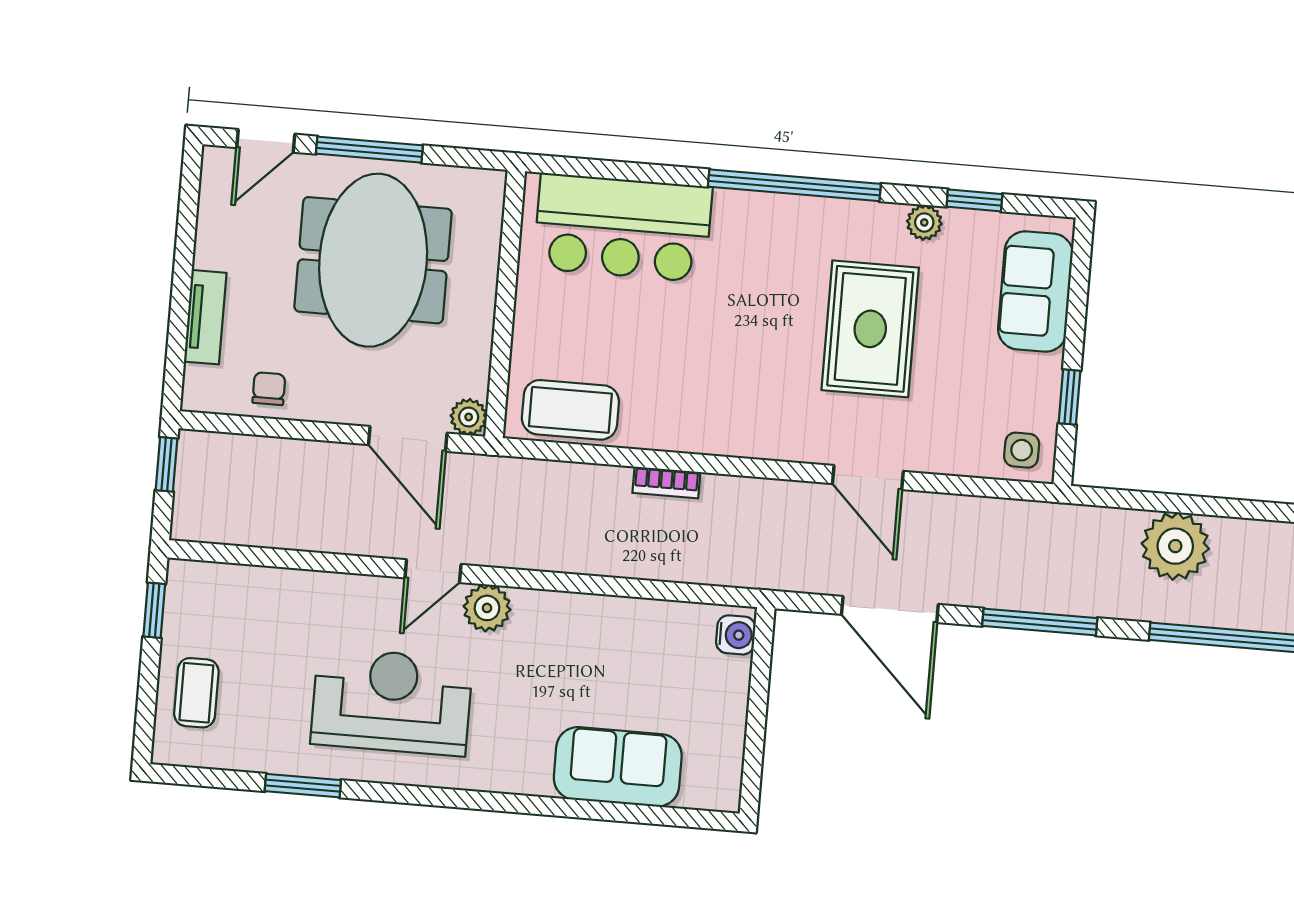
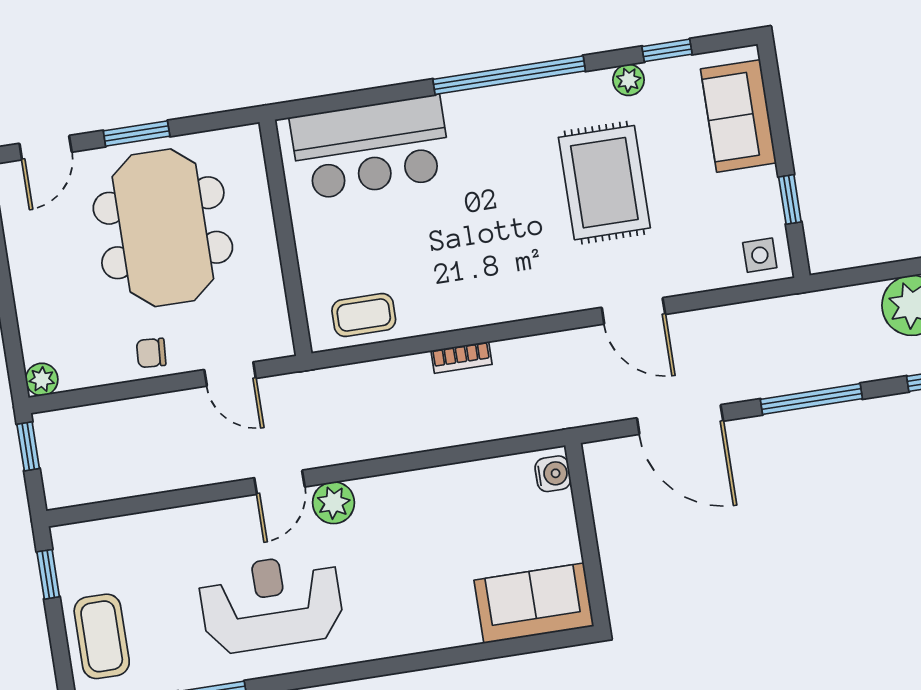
window: (369, 150) -> (137, 133), width x0.69
tv unit: (205, 317) -> (31, 312), removed
chair: (269, 389) -> (151, 353), moved, turned -86
coffee table: (570, 410) -> (364, 315), width x0.73, depth x0.77
plant: (469, 417) -> (42, 379), moved
door: (408, 439) -> (230, 374), width x0.73
coffee table: (196, 693) -> (102, 636), width x1.36, depth x1.30
sofa: (618, 767) -> (534, 603), moved

